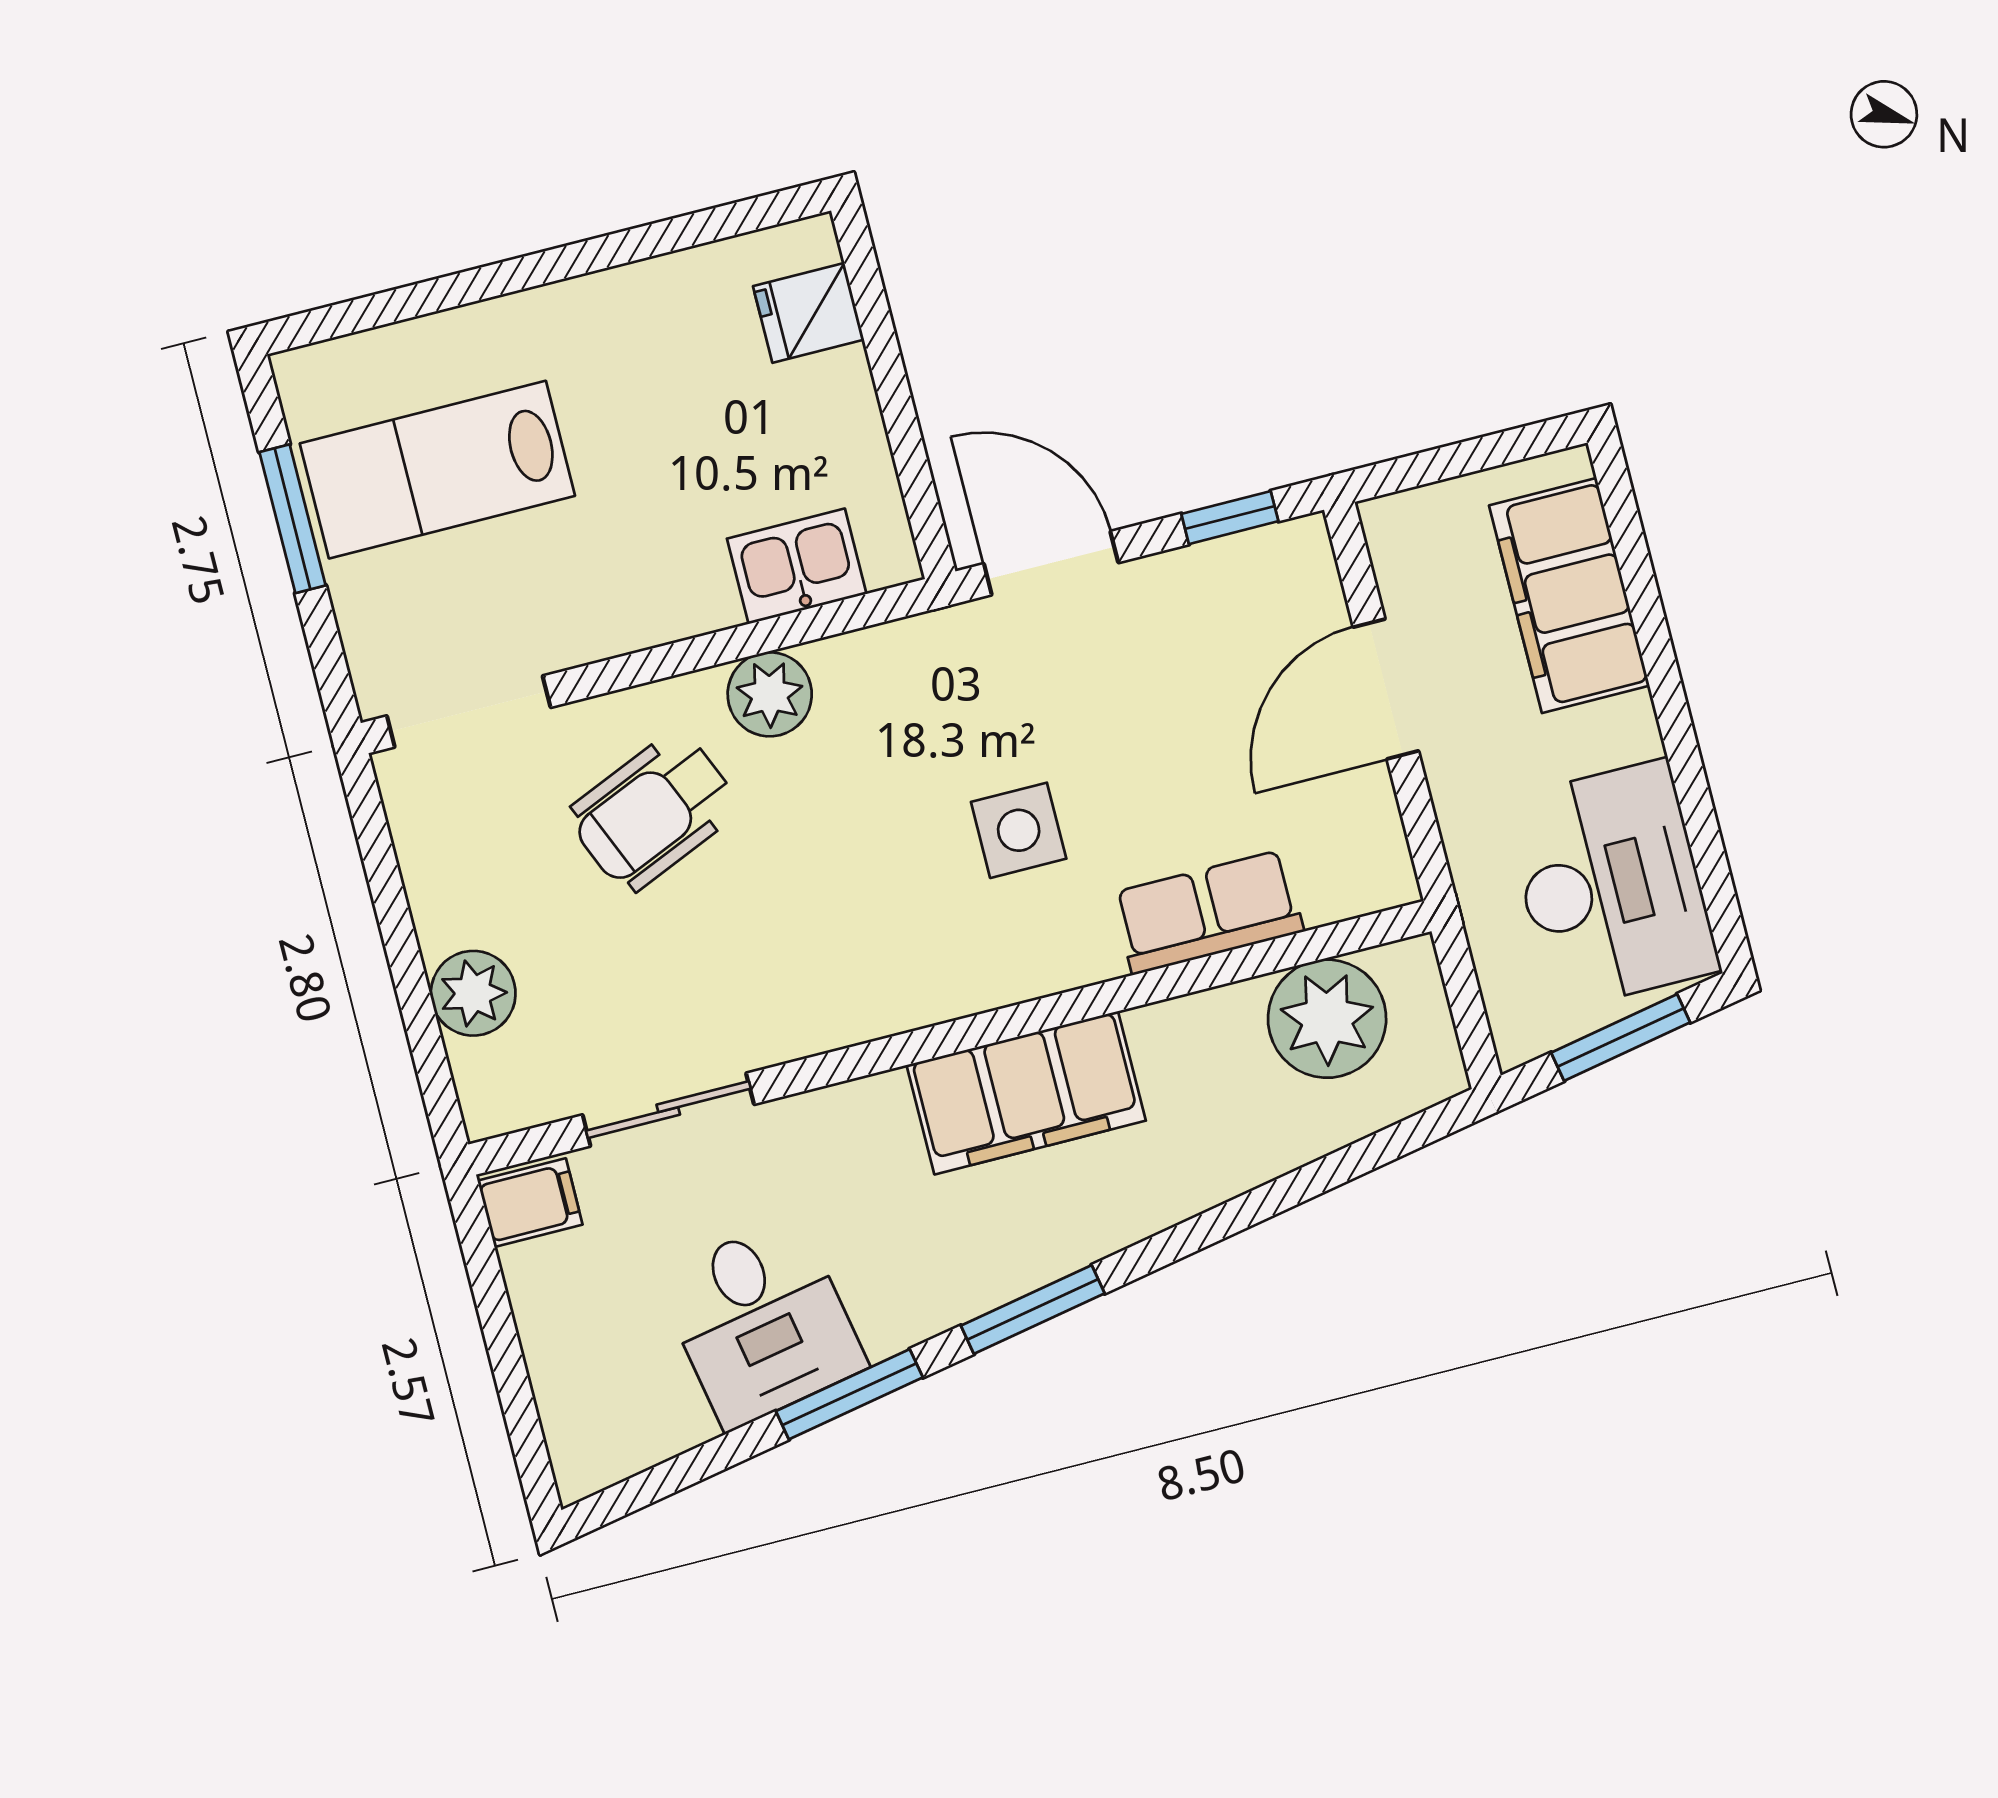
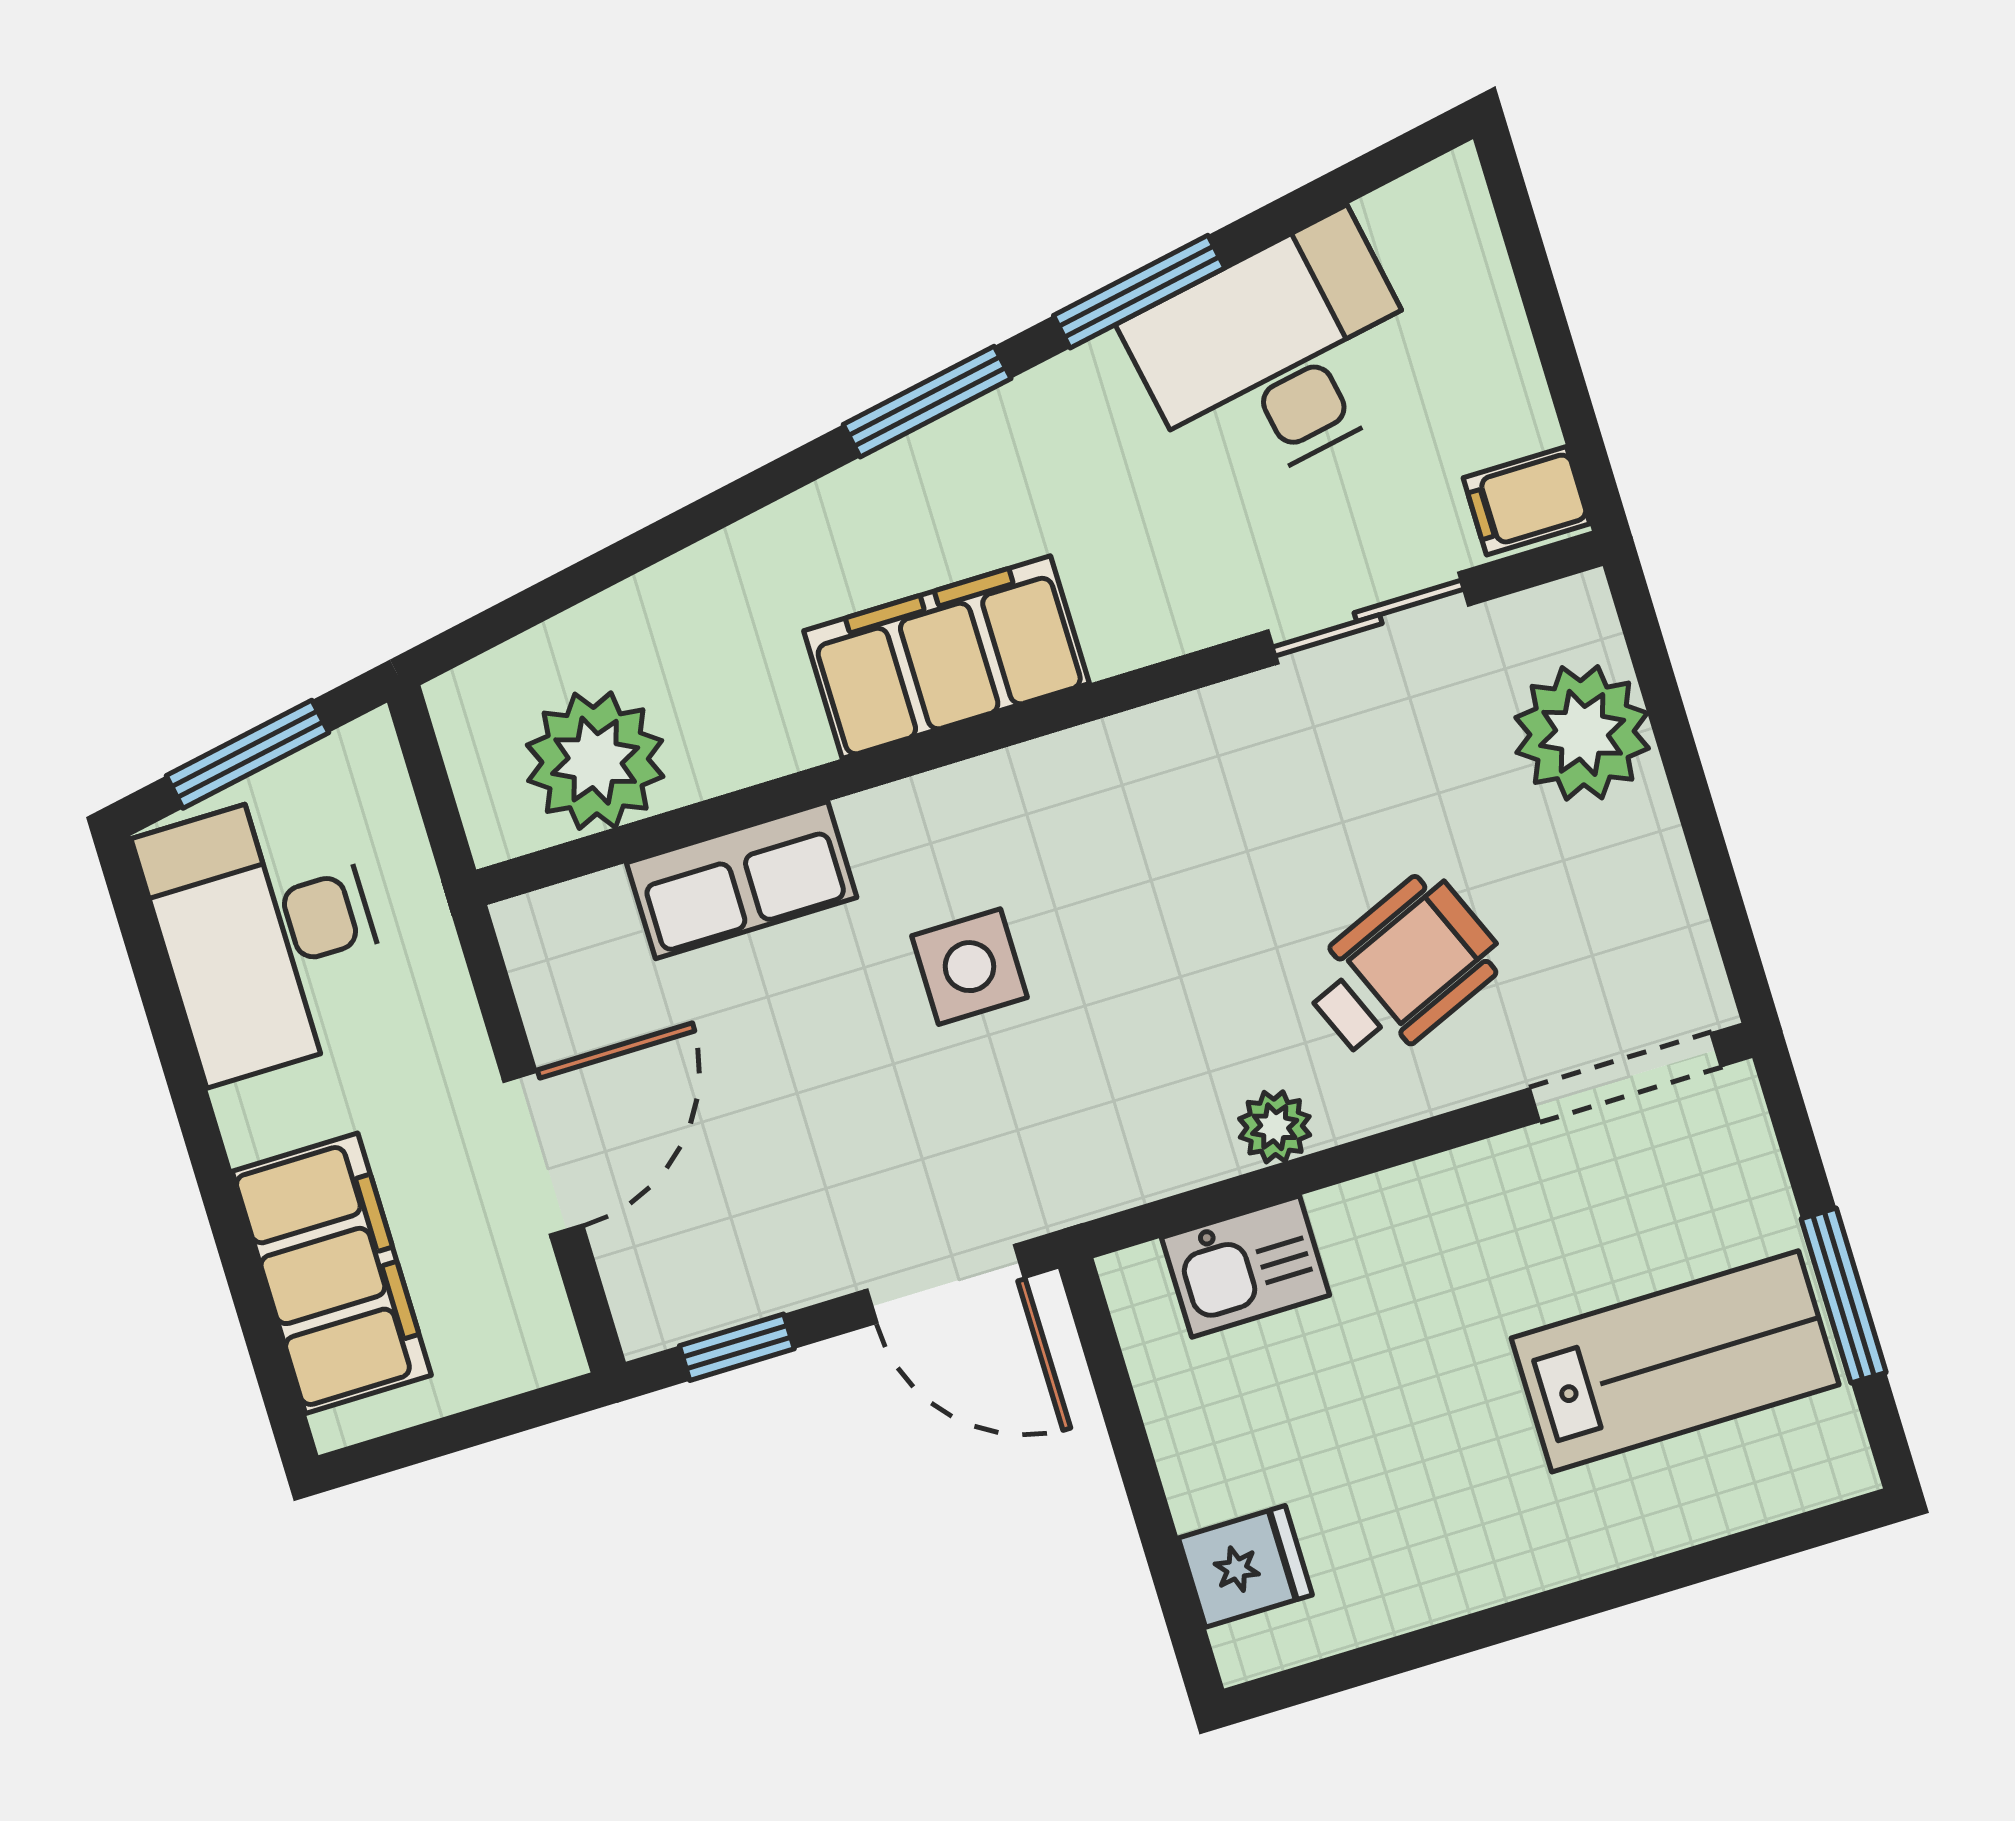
plant: (770, 694) -> (1275, 1127), width x0.73, depth x0.73
plant: (473, 993) -> (1582, 733), width x1.36, depth x1.36
desk: (761, 1322) -> (1278, 356), width x1.37

